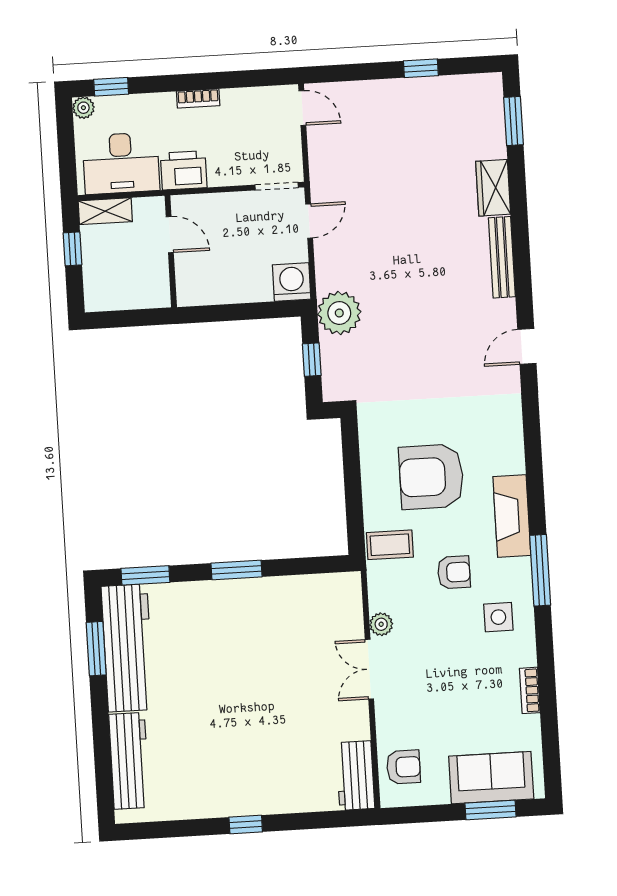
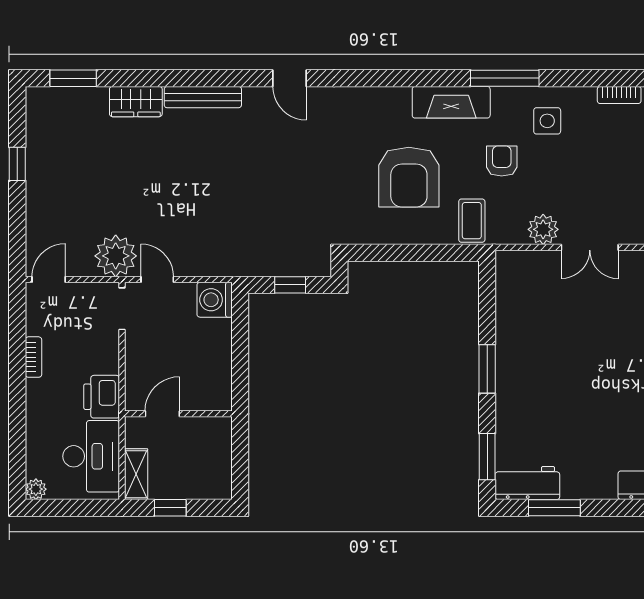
window: (111, 87) -> (17, 462), removed
bookcase: (198, 98) -> (33, 357), moved
plant: (339, 313) -> (116, 256), moved
plant: (381, 624) -> (543, 229), width x1.38, depth x1.38
workbench: (128, 648) -> (527, 483), width x0.53, depth x0.76

